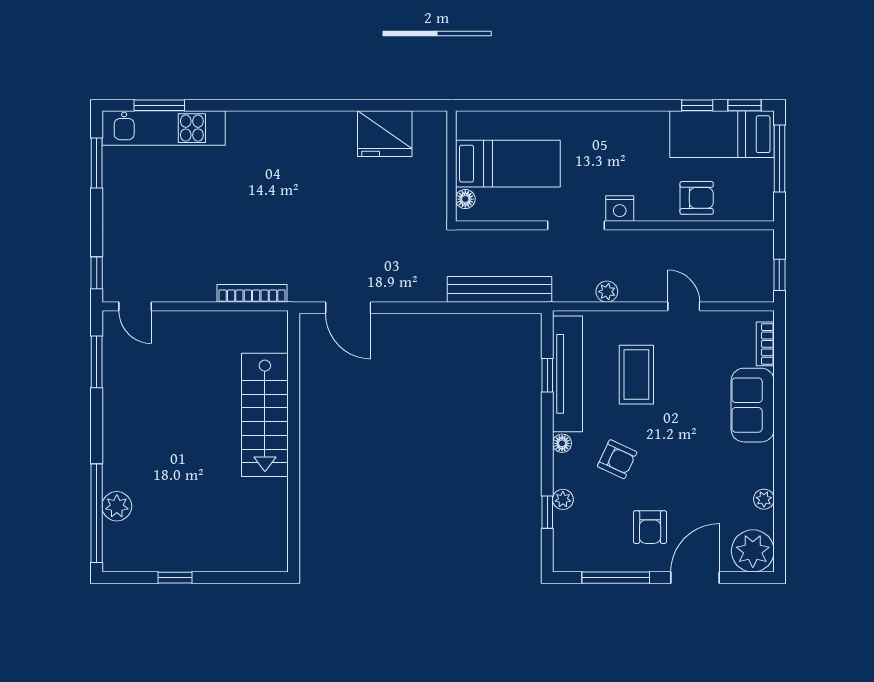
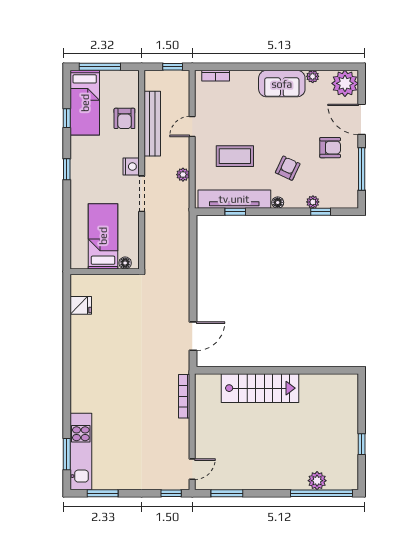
window: (744, 105) -> (67, 169), moved
fridge: (385, 134) -> (81, 305), width x0.53, depth x0.75
armchair: (697, 198) -> (124, 118), turned 180
bench: (499, 289) -> (152, 124), moved
sofa: (753, 405) -> (282, 84), moved

